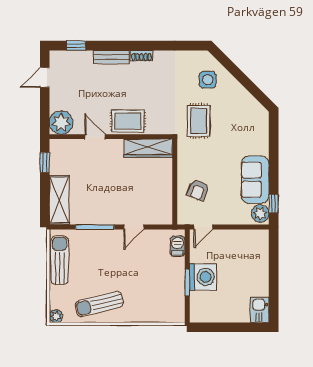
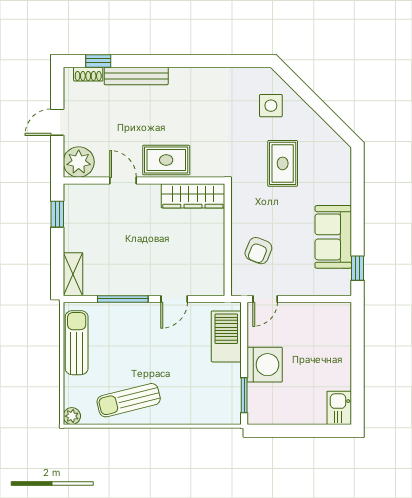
shoe rack: (142, 56) -> (88, 74), moved
bench: (111, 57) -> (136, 76), width x1.36
door: (45, 77) -> (57, 122), moved
rug: (199, 121) -> (283, 163), moved
shelving: (59, 200) -> (73, 274), width x0.67, depth x0.75
plant: (260, 214) -> (340, 281), removed
barbecue: (178, 246) -> (226, 336), width x1.88, depth x1.53
window: (187, 282) -> (244, 395), moved

